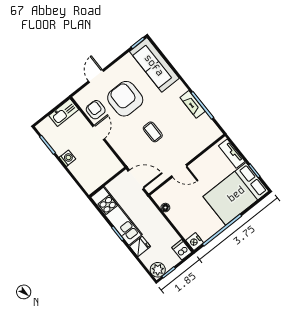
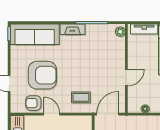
armchair: (125, 99) -> (42, 75), turned 180
fireplace: (193, 104) -> (72, 29), moved
coffee table: (153, 132) -> (81, 97), moved
plant: (214, 135) -> (120, 32), added

